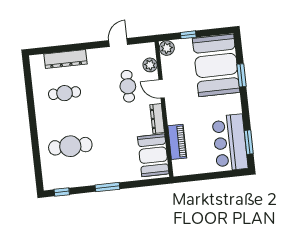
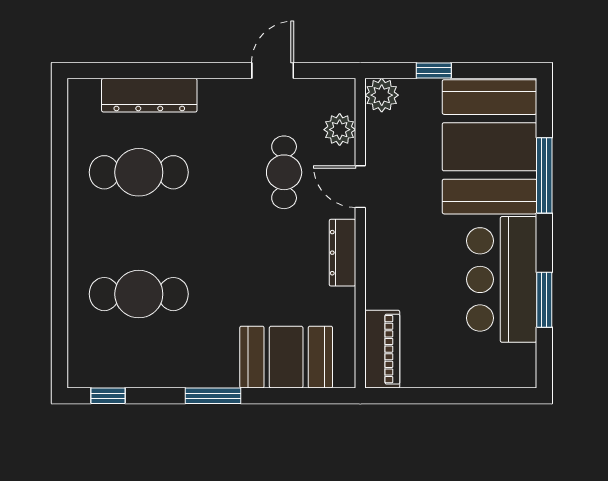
window: (241, 75) -> (544, 175), width x1.44
cafe table: (65, 93) -> (139, 172), width x1.37, depth x1.35
piano: (177, 142) -> (382, 349), moved
window: (249, 142) -> (544, 300), moved
bar counter: (230, 143) -> (502, 279), moved
booth: (153, 155) -> (286, 357), moved, turned 90

